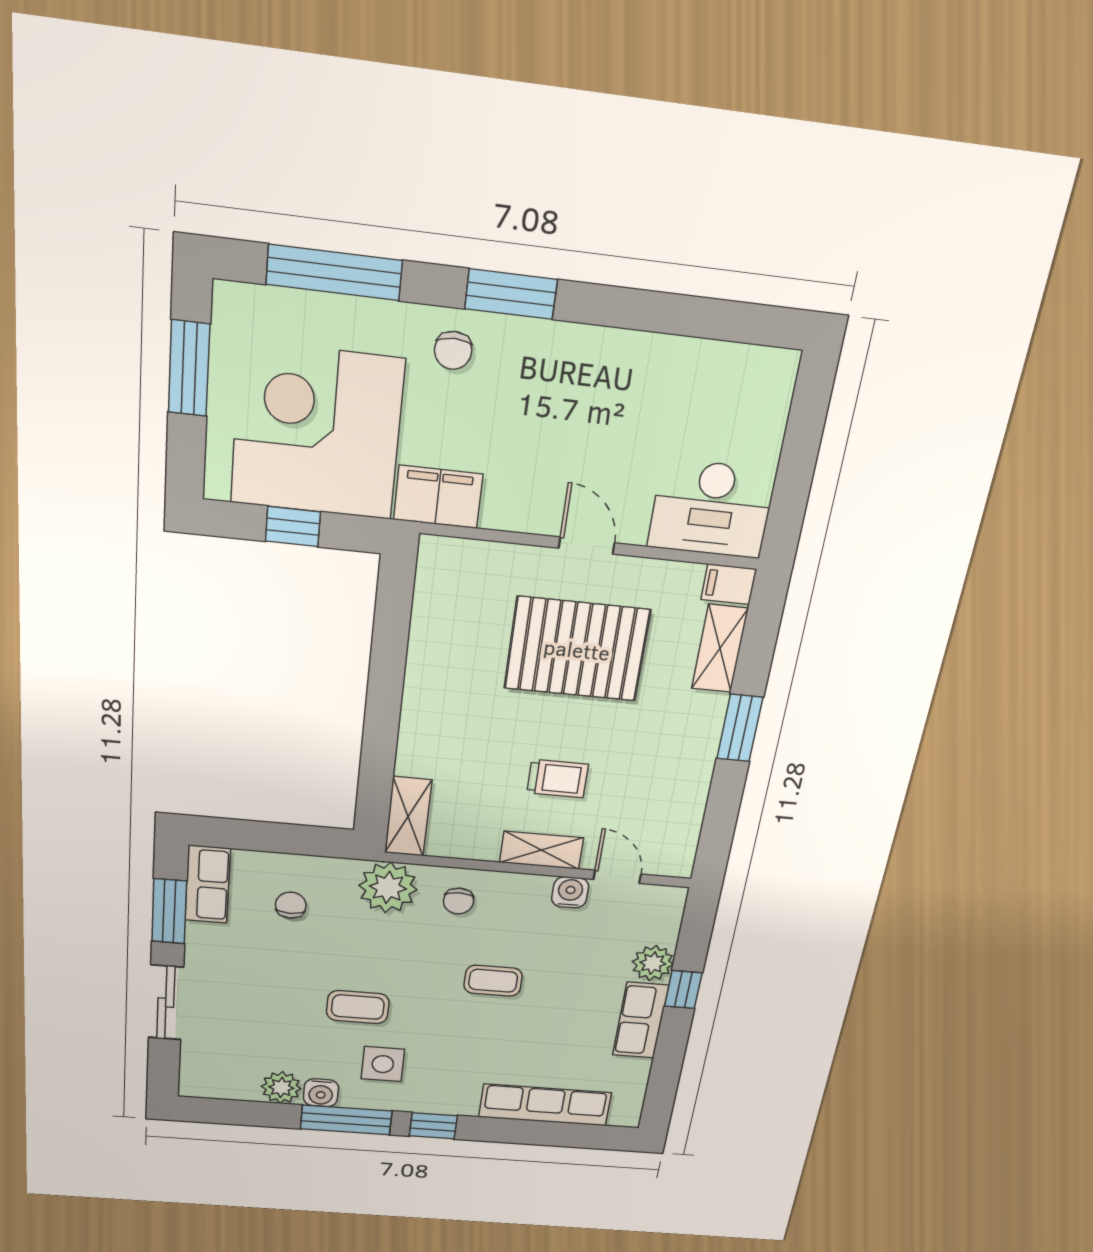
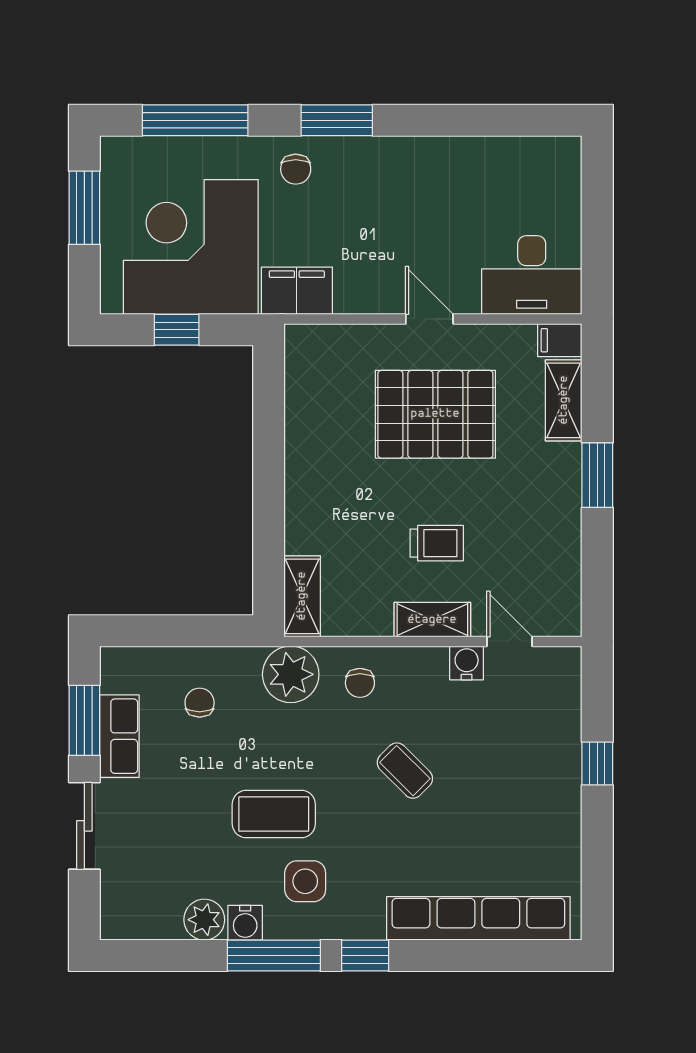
row of seats: (207, 884) -> (119, 736), moved
plant: (653, 963) -> (561, 735), removed
coffee table: (493, 981) -> (405, 771), turned 45
coffee table: (358, 1007) -> (274, 814), width x1.36, depth x1.30
row of seats: (640, 1020) -> (560, 804), removed
row of seats: (545, 1105) -> (478, 918), width x1.36

